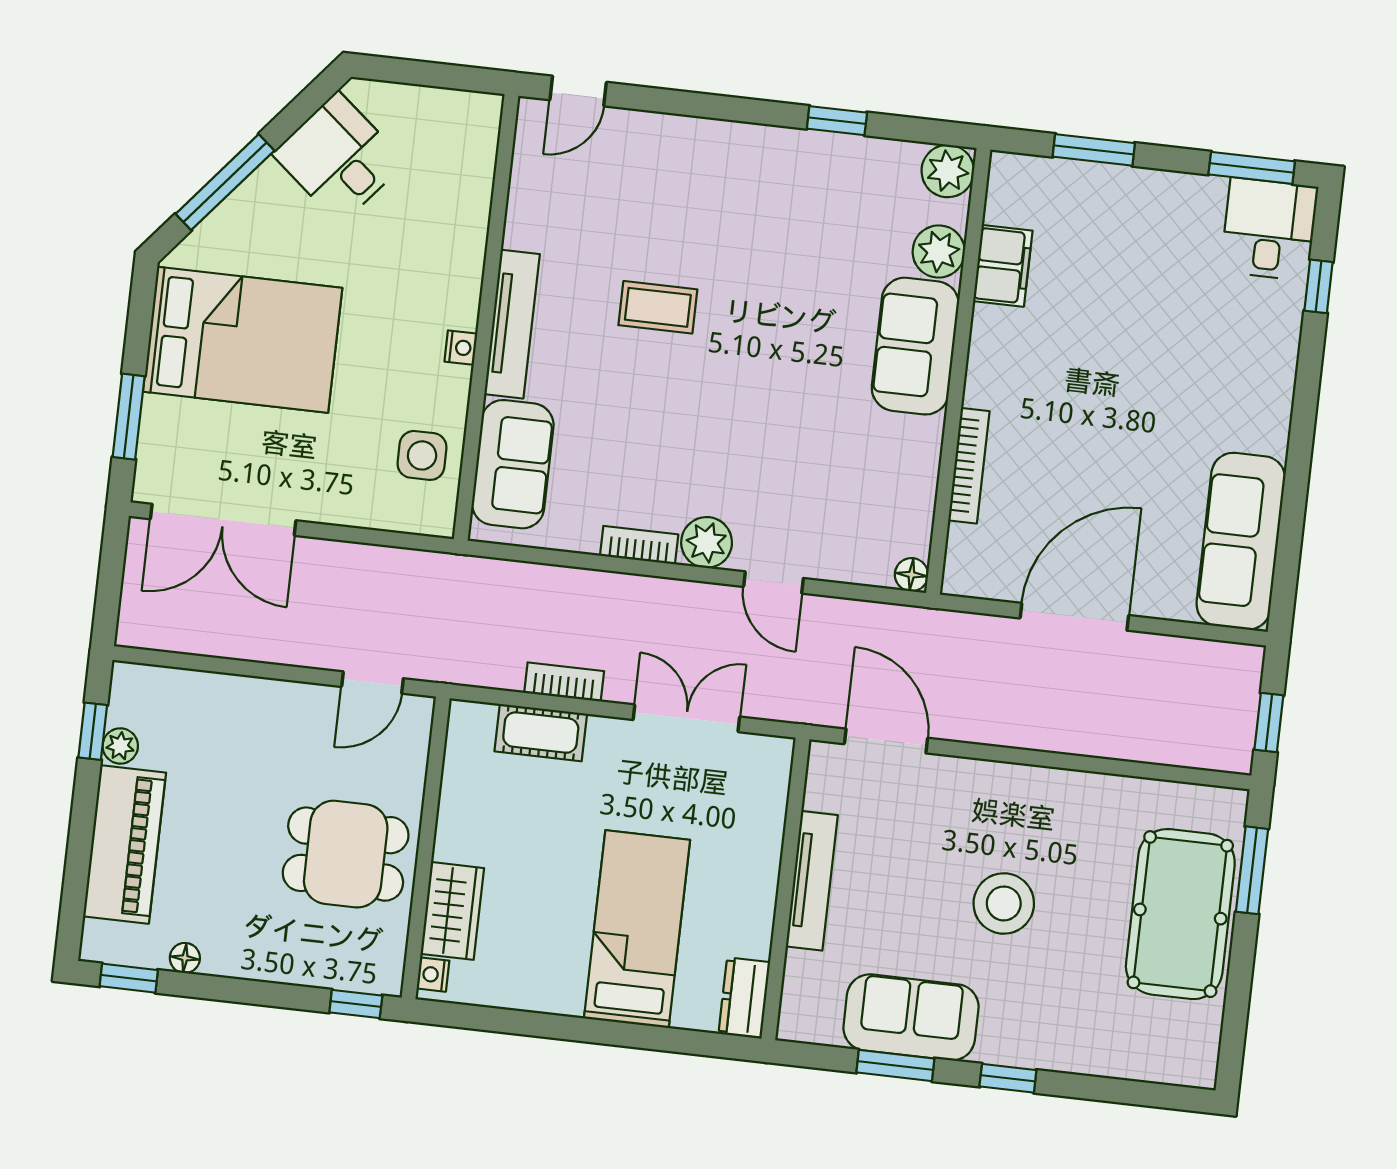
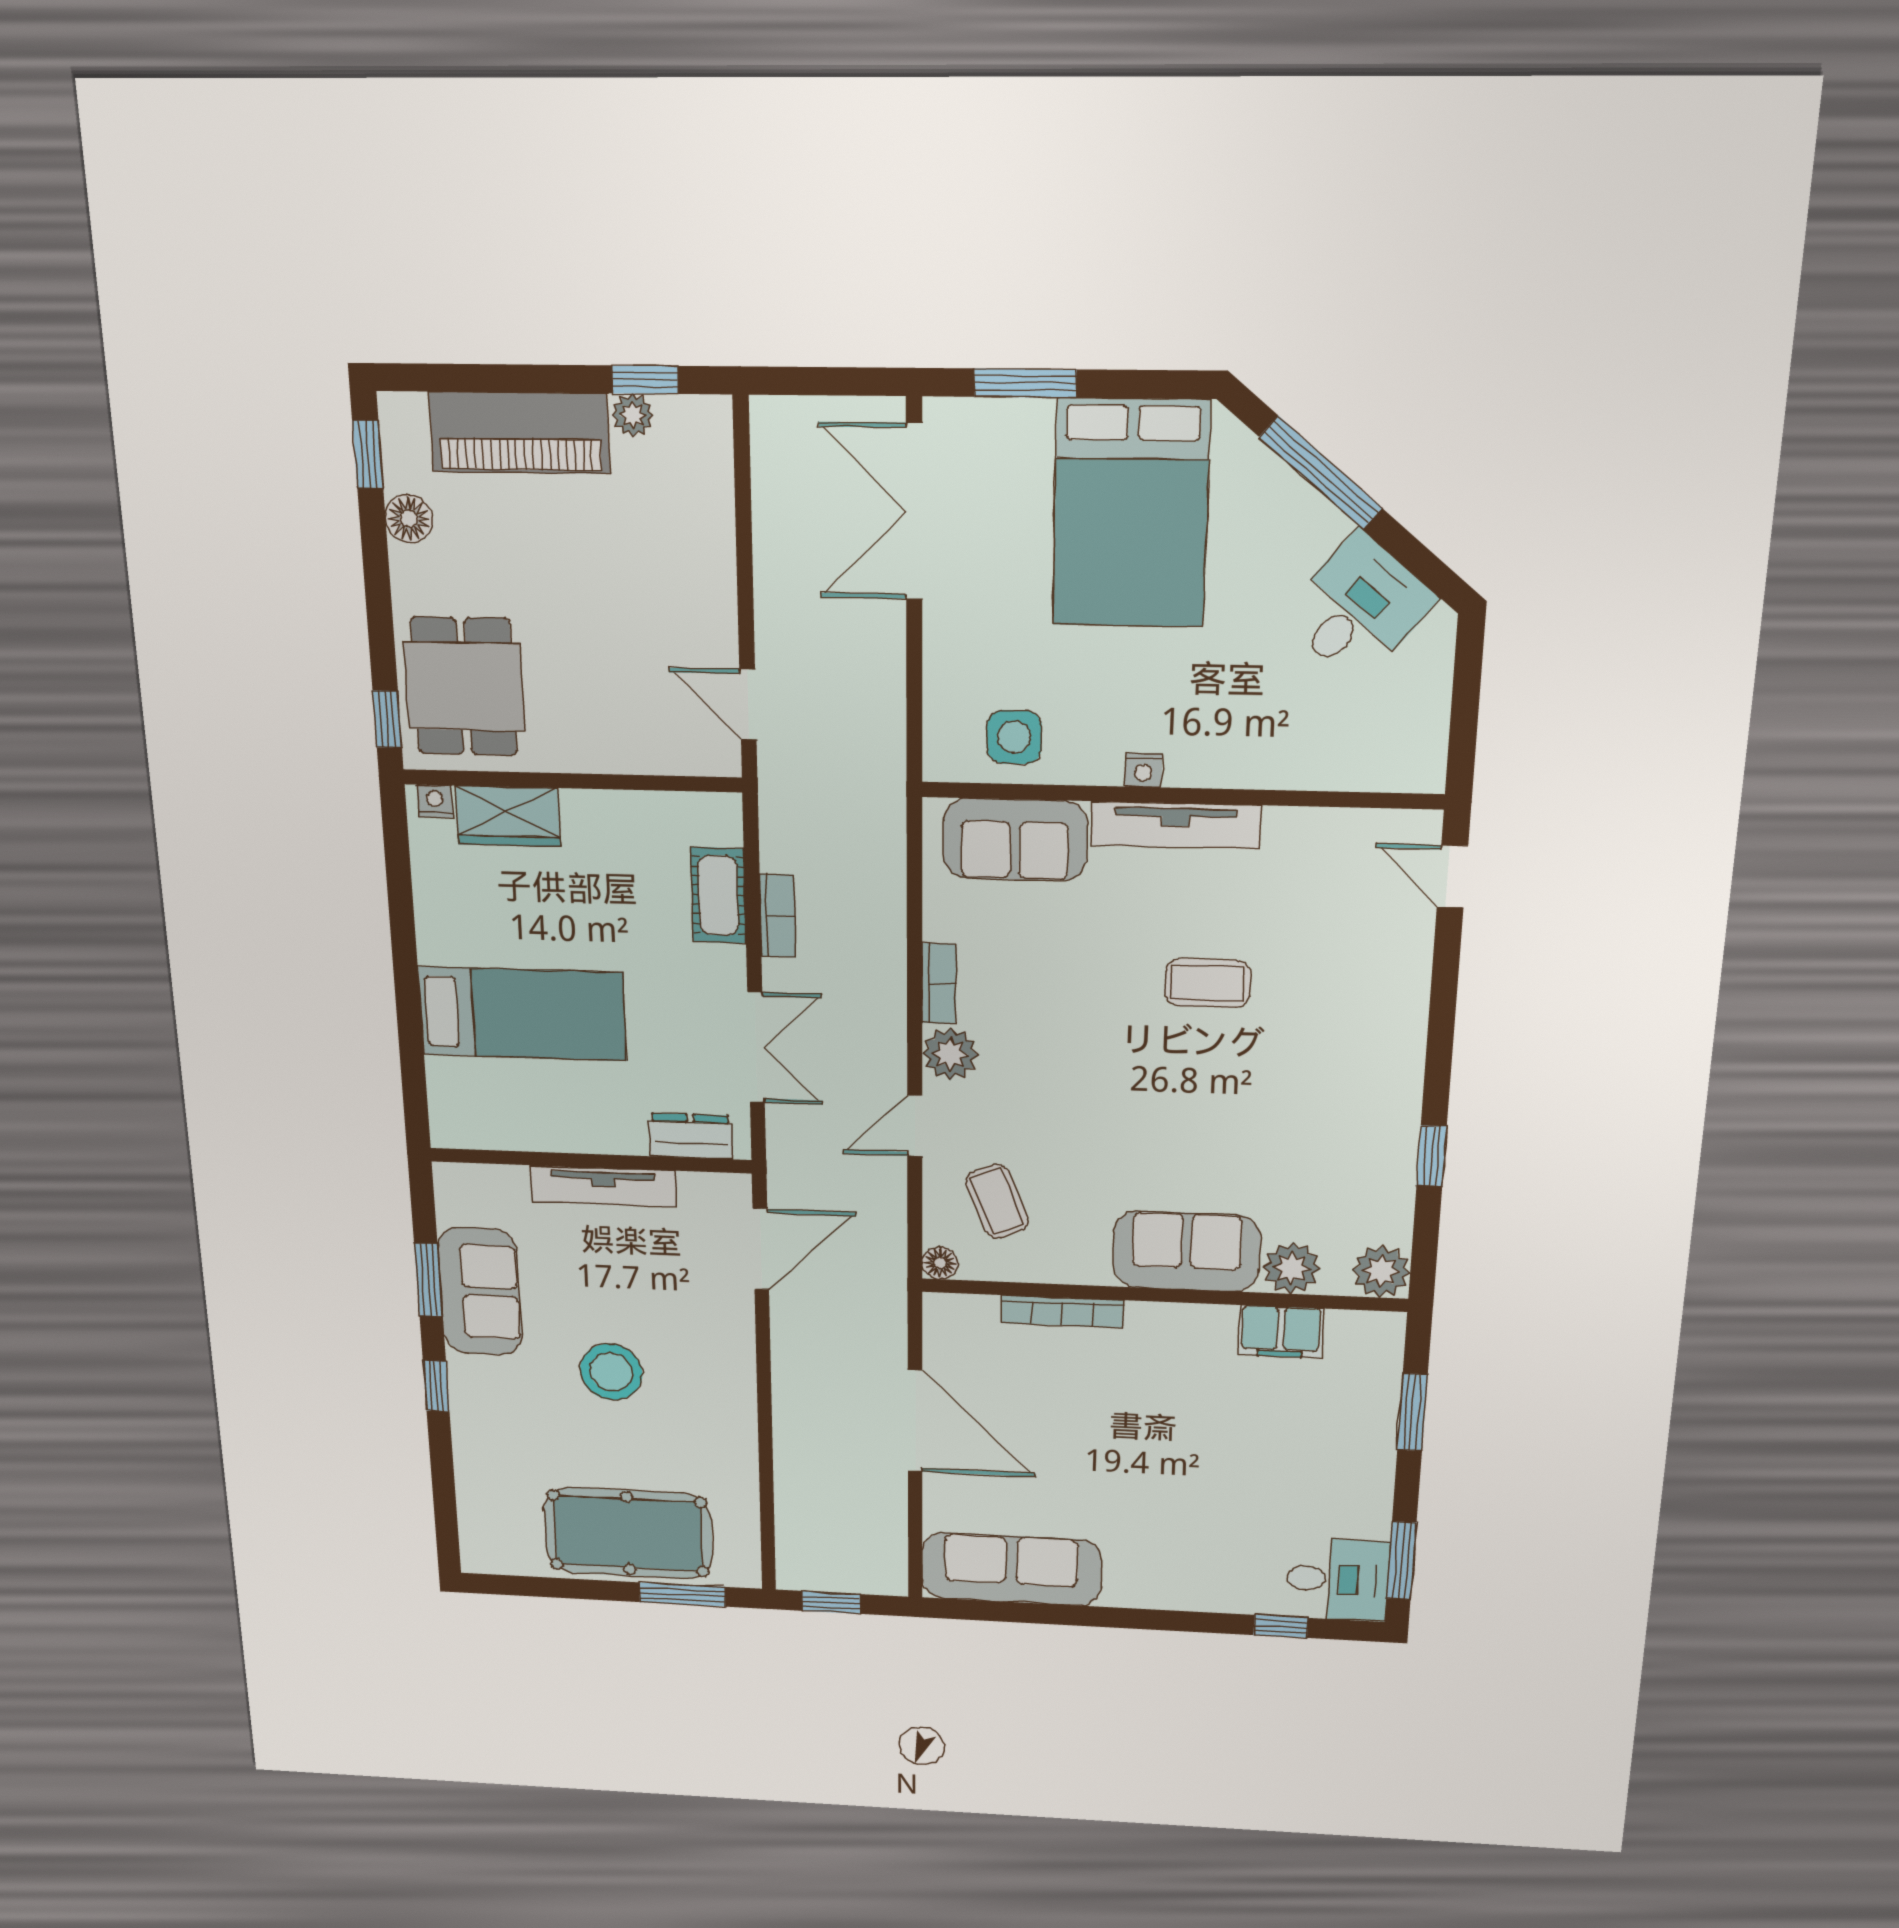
coffee table: (658, 307) -> (1208, 983), turned 90
coffee table: (853, 515) -> (997, 1201), added
dining table: (346, 854) -> (464, 686), moved
floor lamp: (185, 958) -> (409, 518), width x1.37, depth x1.37
dresser: (744, 998) -> (691, 1136), moved

